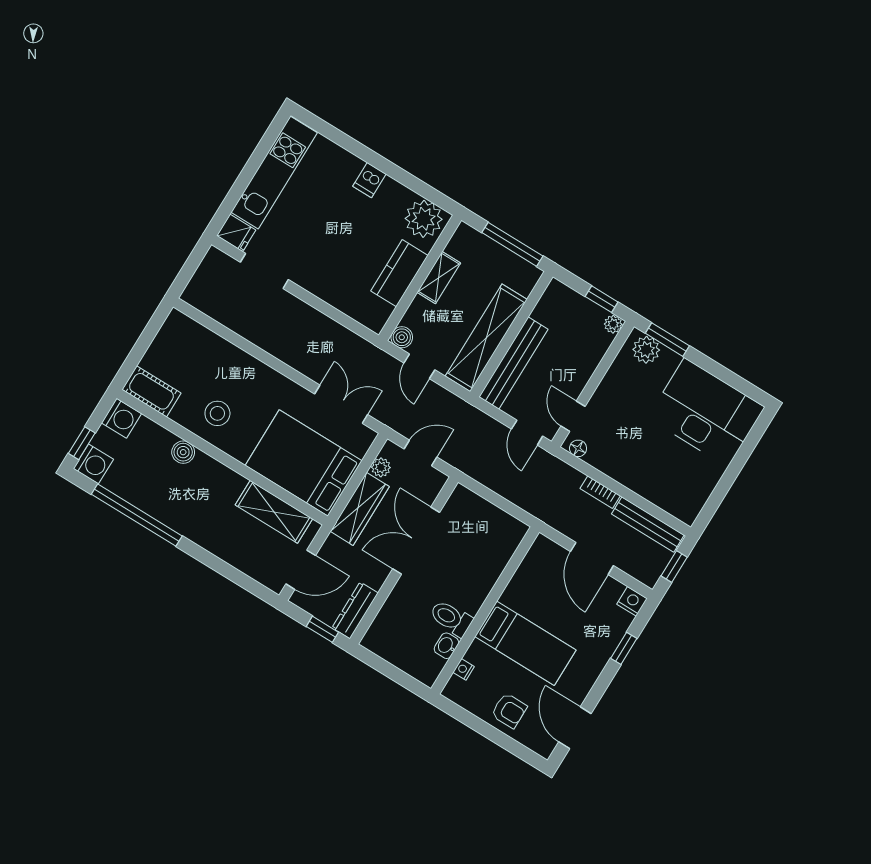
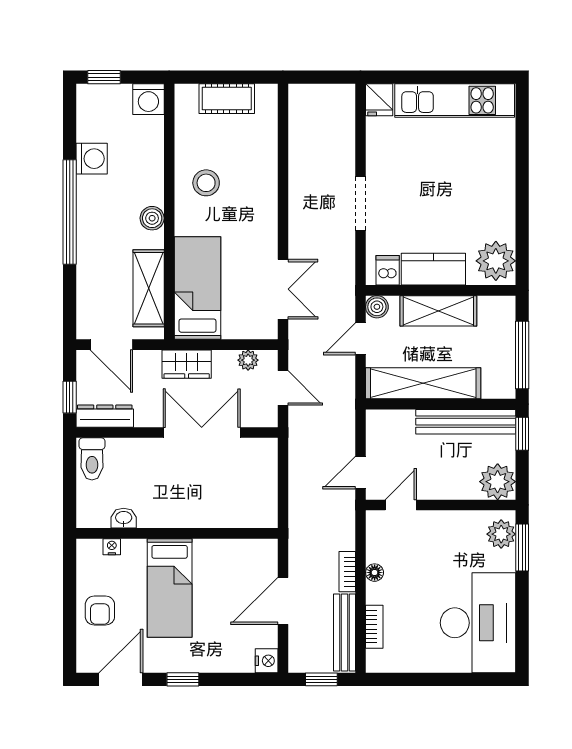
dishwasher: (369, 180) -> (388, 270), moved, turned 90
doorway: (264, 271) -> (360, 203), moved
shelving: (439, 278) -> (438, 311), width x1.50, depth x1.33
window: (602, 299) -> (522, 434), moved
plant: (613, 324) -> (498, 482), width x1.88, depth x1.88
bench: (513, 363) -> (466, 422), moved
cot: (151, 391) -> (227, 99), moved, turned 90
floor lamp: (578, 448) -> (375, 573), moved
boiler: (183, 452) -> (152, 218), moved
bed: (304, 463) -> (197, 288), width x0.67
washing machine: (93, 464) -> (92, 159), moved, turned -90
bookcase: (658, 498) -> (374, 627), added
wardrobe: (360, 509) -> (187, 364), width x0.67
window: (137, 515) -> (70, 212), moved
toilet: (451, 618) -> (92, 459), moved, turned 180
window: (624, 648) -> (183, 679), moved

